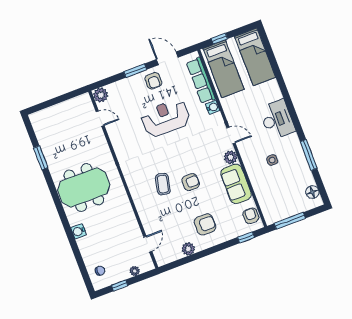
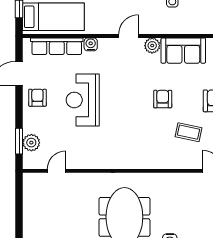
window: (135, 71) -> (19, 141), moved
armchair: (153, 81) -> (37, 98), turned -90
plant: (101, 95) -> (31, 143), moved
coffee table: (163, 184) -> (188, 132), moved

